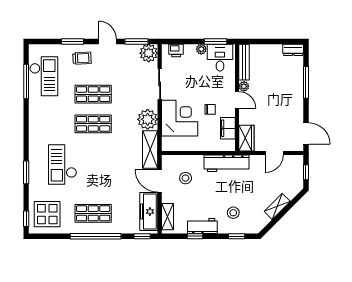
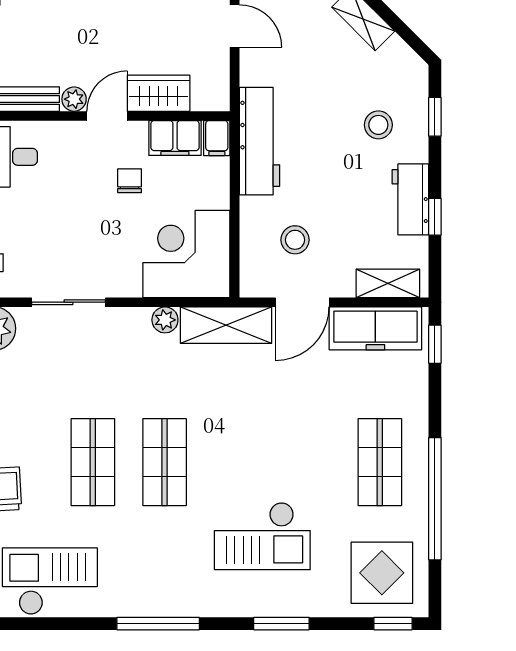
window: (26, 82) -> (158, 624), moved
corner desk: (180, 118) -> (186, 254), moved
plant: (148, 119) -> (165, 320), width x0.53, depth x0.53
wardrobe: (246, 138) -> (159, 93), moved
filing cabinet: (228, 146) -> (217, 138), added
window: (96, 236) -> (435, 499), moved

